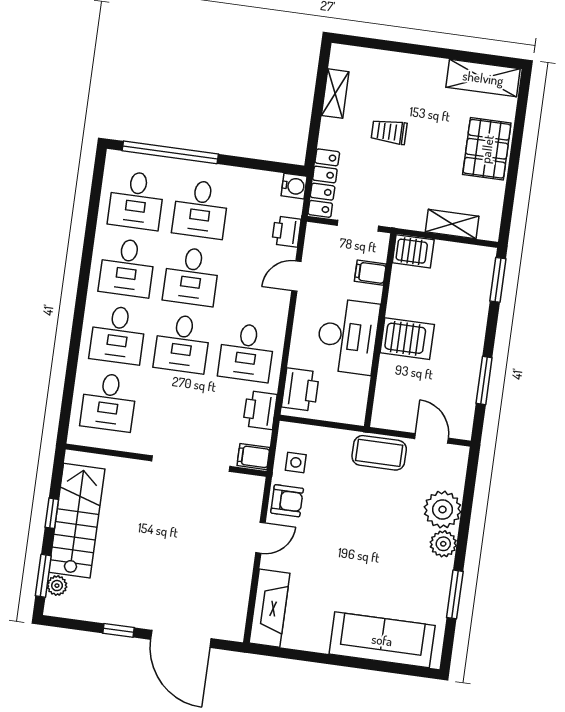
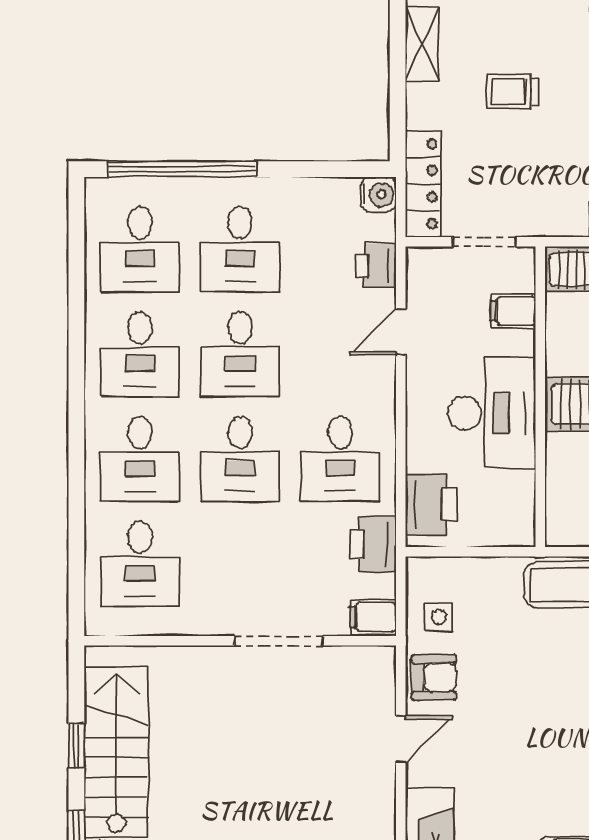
doorway: (191, 464) -> (279, 641), width x0.73

